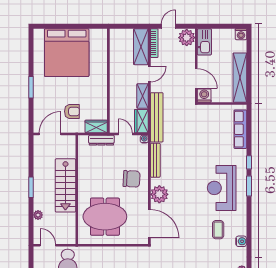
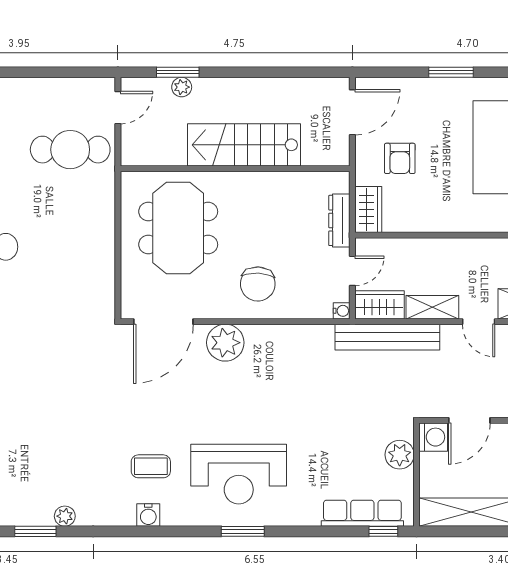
plant: (213, 112) -> (400, 455), added
door: (50, 134) -> (352, 112), hinge flipped
bench: (155, 160) -> (297, 334), removed
window: (249, 162) -> (383, 531), moved
window: (31, 187) -> (178, 72), moved
reception desk: (222, 188) -> (239, 474), turned 180
water cooler: (241, 241) -> (148, 515), moved

